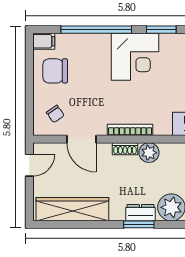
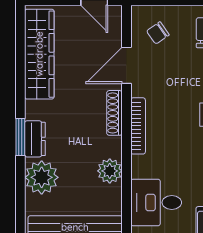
shoe rack: (125, 149) -> (115, 113), width x1.43
plant: (149, 153) -> (110, 171), moved

